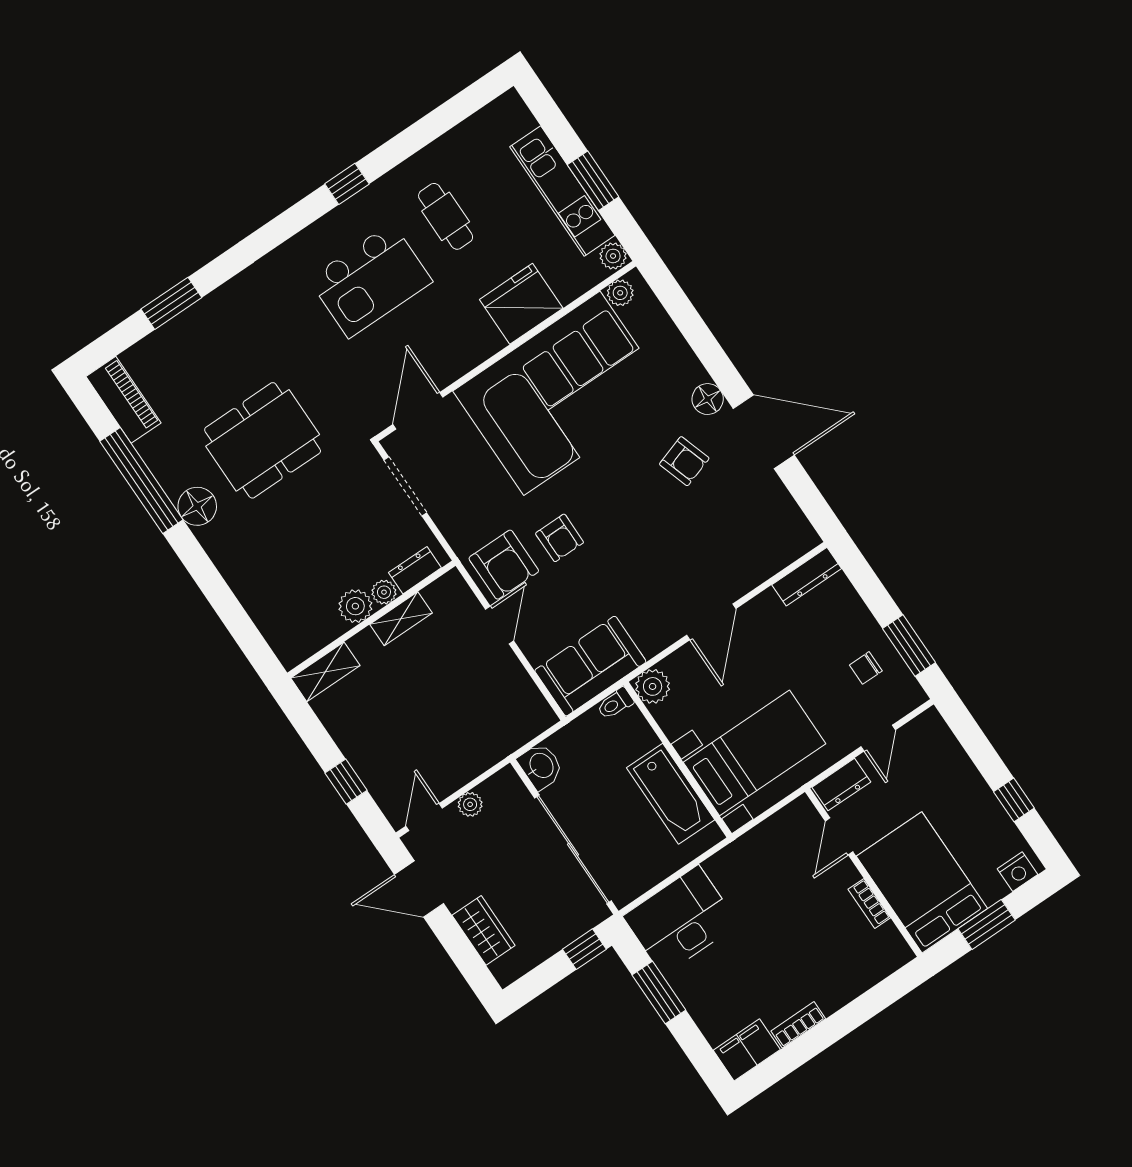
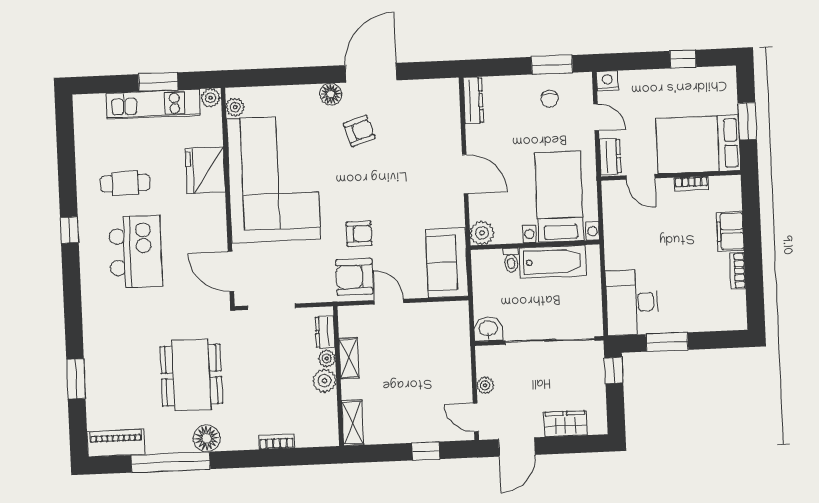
armchair: (504, 565) -> (354, 277), turned 180
bookcase: (246, 594) -> (277, 442), added
toilet: (615, 704) -> (511, 260), moved
nightstand: (1017, 872) -> (607, 81), moved, turned -90
filing cabinet: (747, 1050) -> (730, 231), moved

